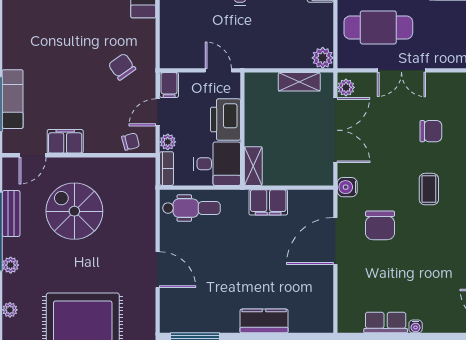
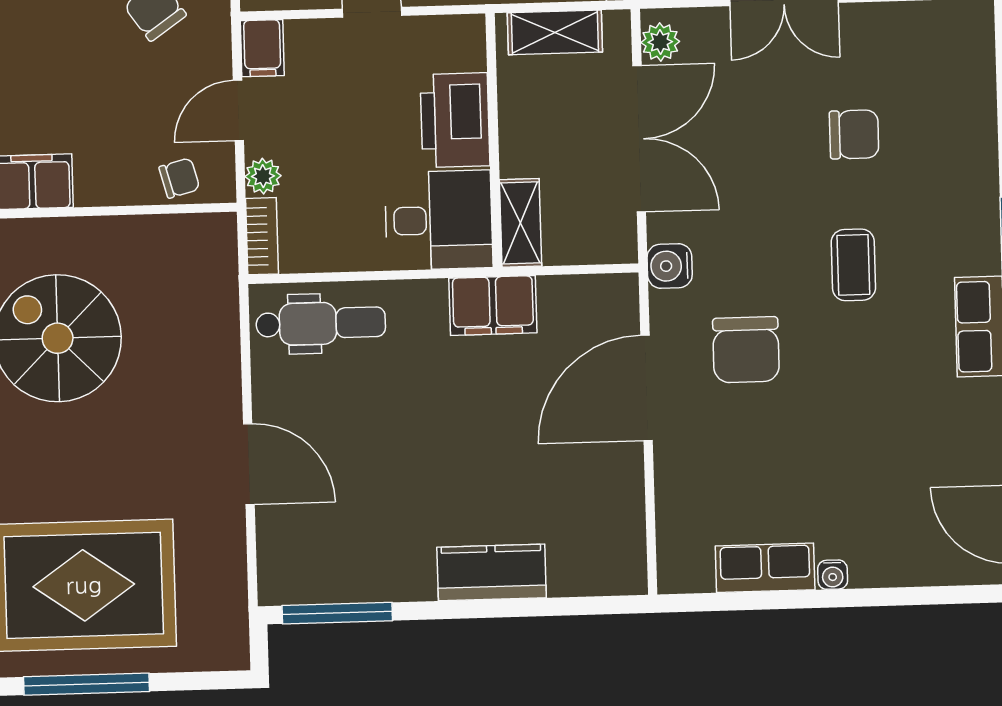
printer: (226, 120) -> (455, 120), moved
wall: (242, 129) -> (494, 140), moved
desk: (217, 164) -> (439, 220), moved
shelving: (253, 166) -> (521, 223), moved

